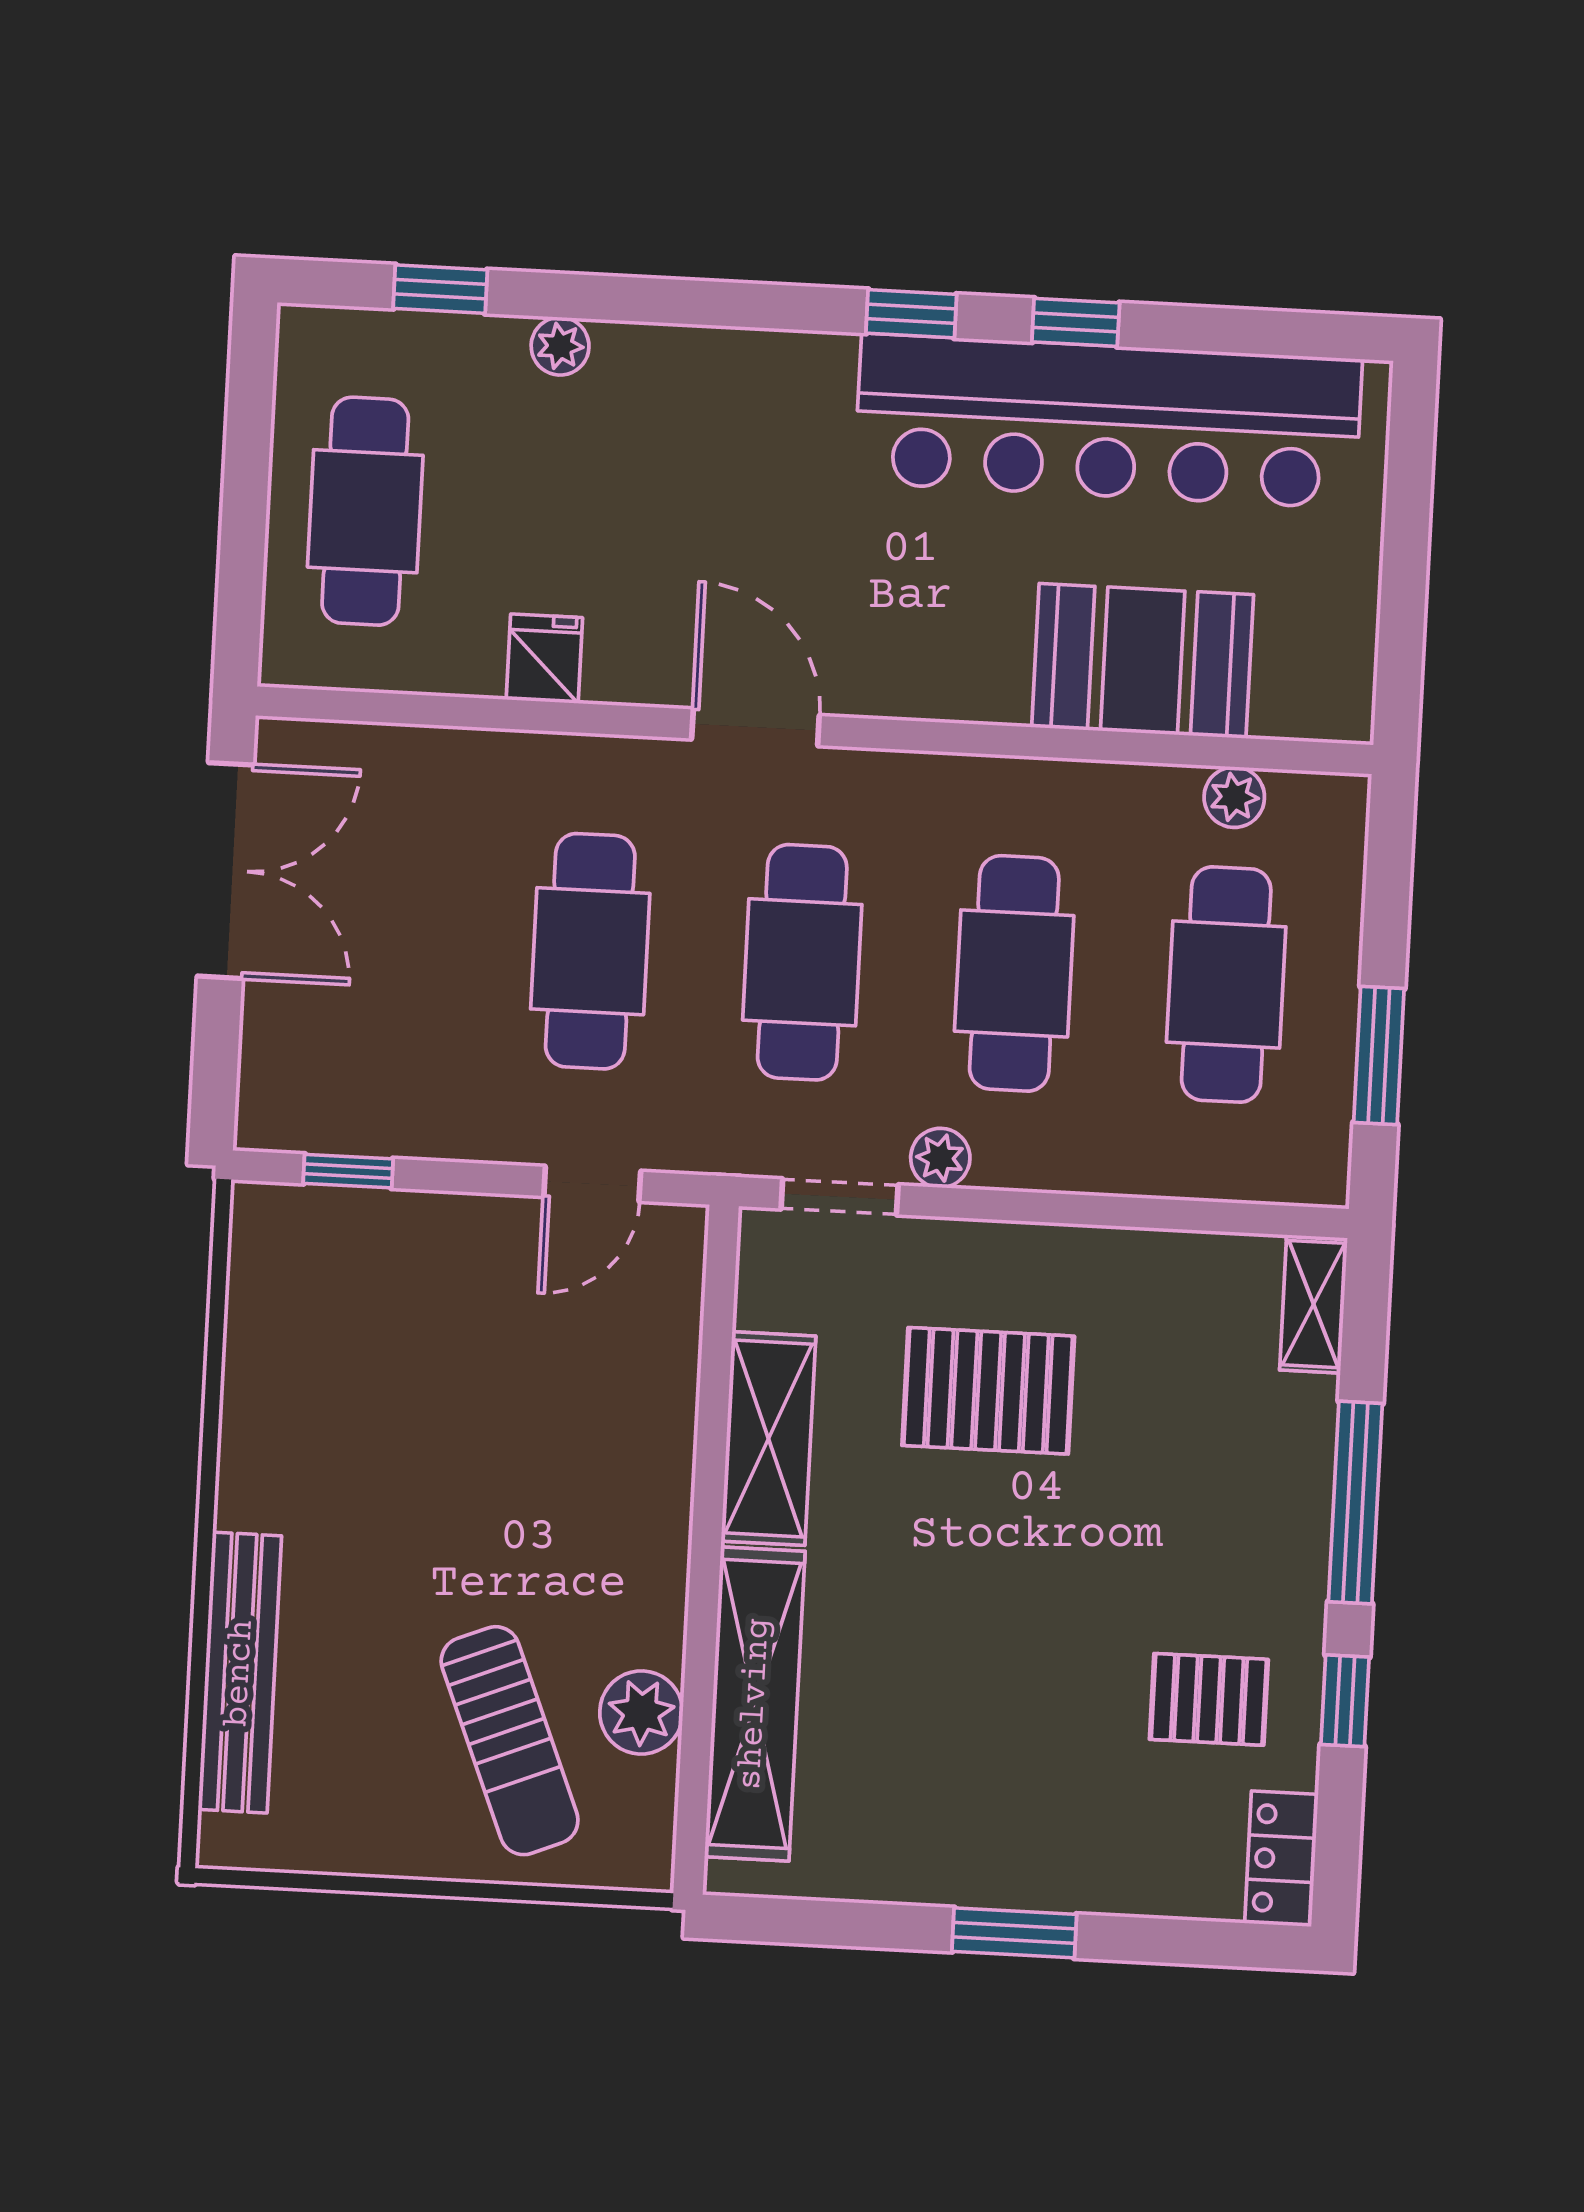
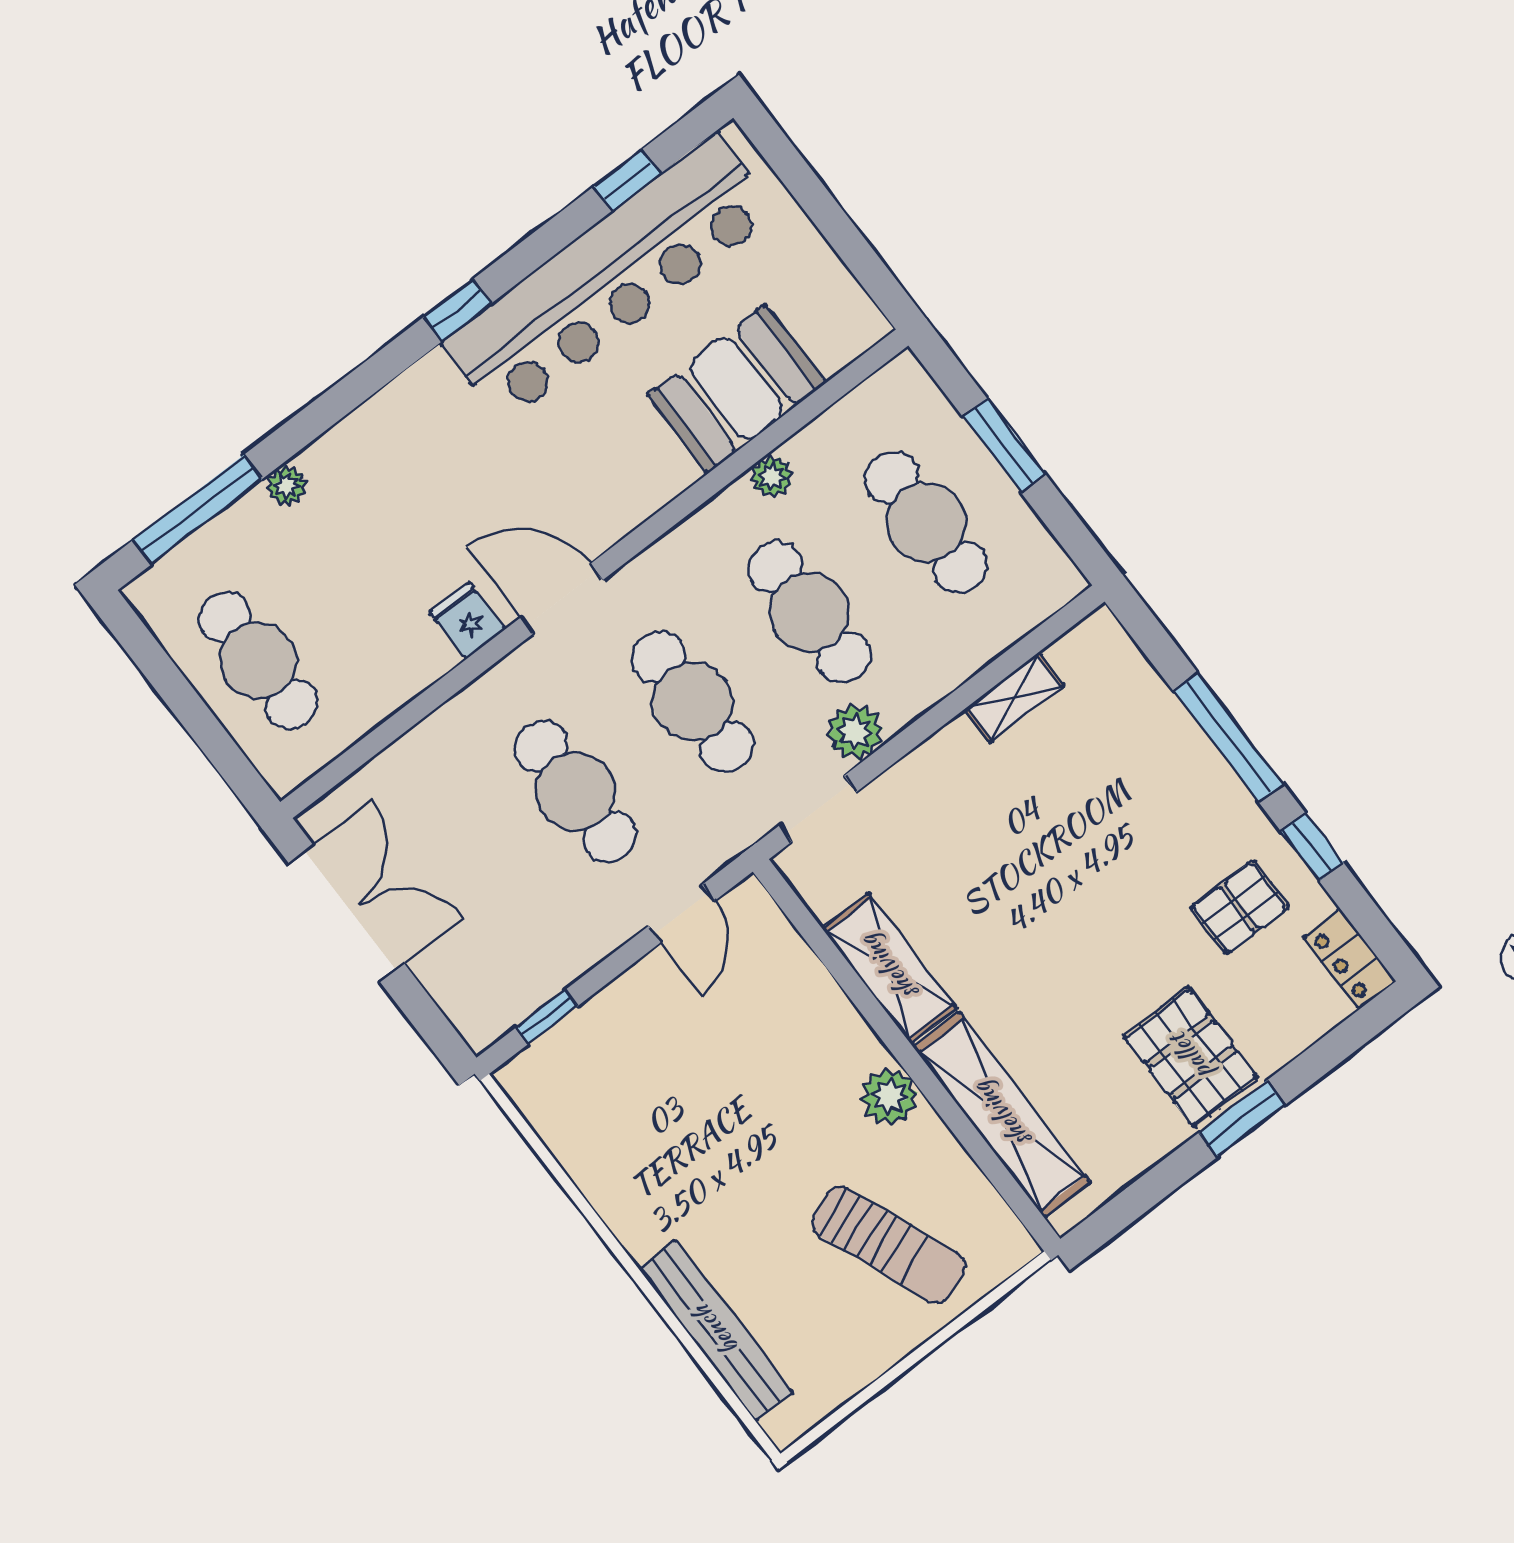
window: (440, 289) -> (198, 509), width x2.17
window: (1076, 322) -> (627, 180), moved
fridge: (544, 659) -> (467, 621), moved
plant: (1234, 797) -> (772, 477), moved
window: (1379, 1056) -> (1004, 445), moved
plant: (940, 1158) -> (855, 732), width x1.38, depth x1.38
shelving: (1314, 1304) -> (1014, 697), moved, turned 90
pallet: (988, 1391) -> (1191, 1057), moved, turned 90
plant: (641, 1712) -> (889, 1097), moved

